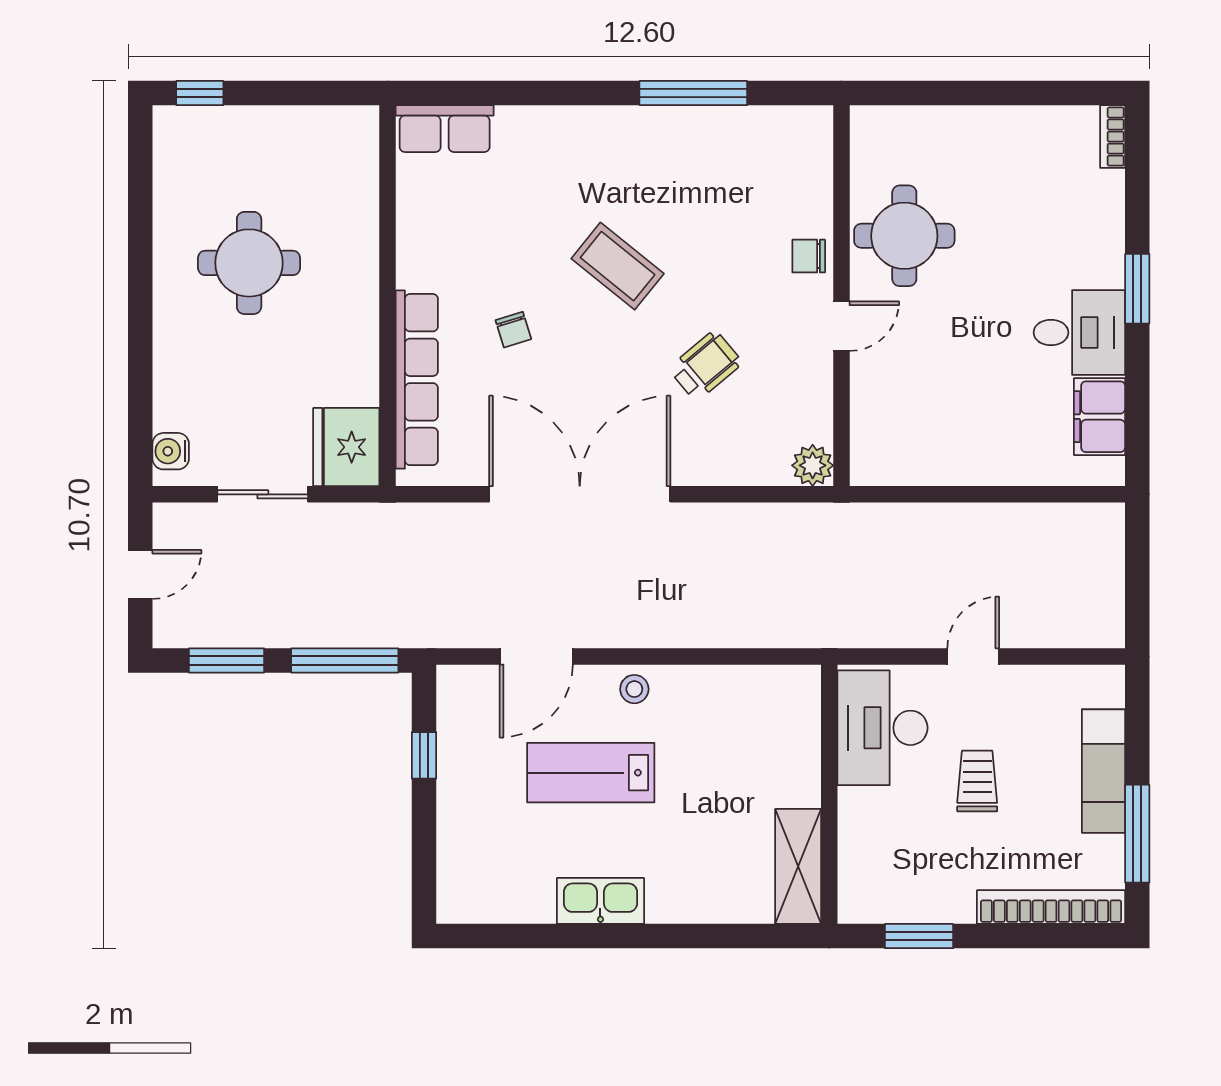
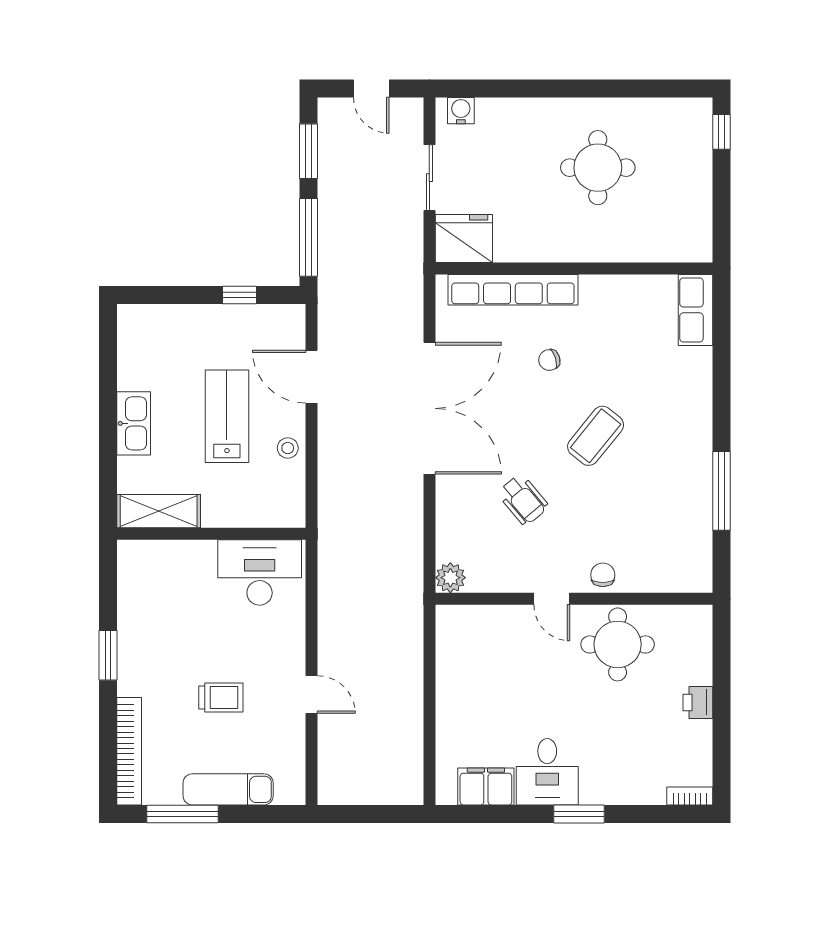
printer: (984, 125) -> (698, 702), added
desk: (882, 728) -> (260, 573), moved
wall: (829, 794) -> (211, 534), moved
shelving: (798, 866) -> (159, 511), moved

